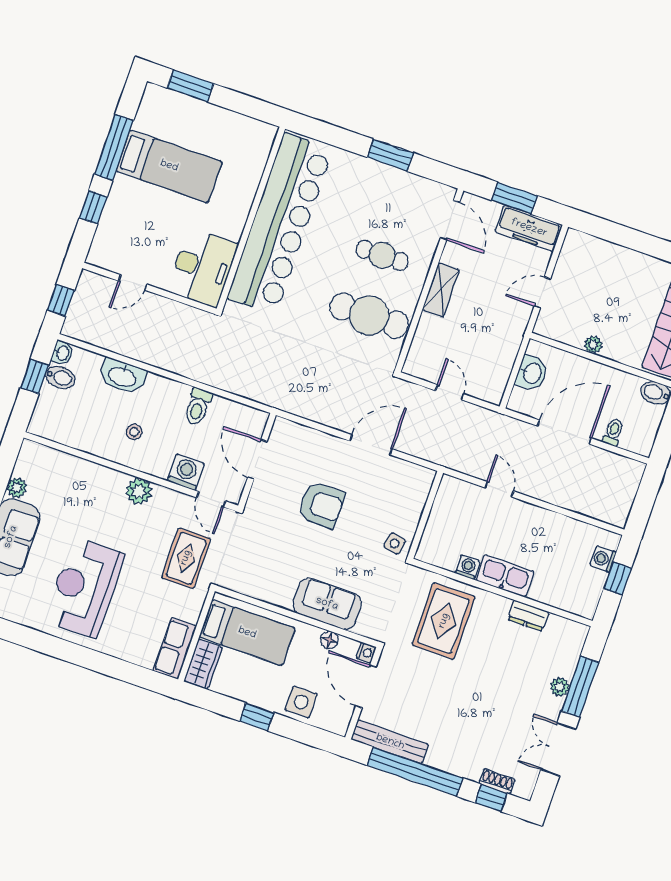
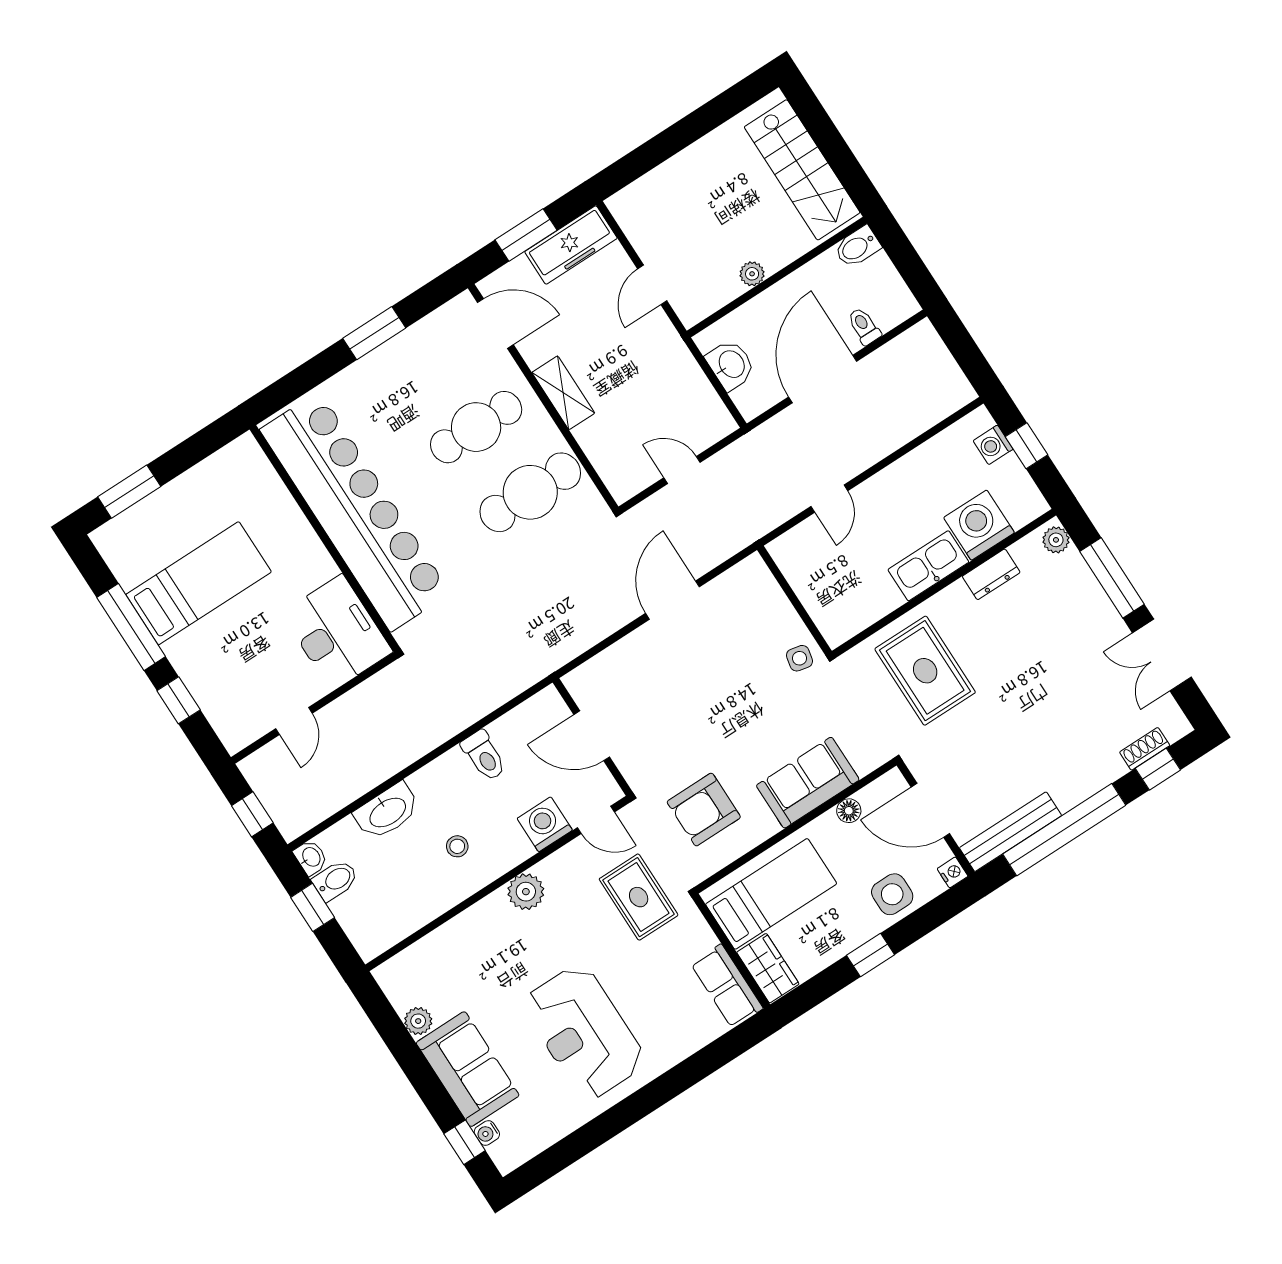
cafe table: (382, 255) -> (476, 427), width x1.37, depth x1.35
door: (499, 489) -> (829, 499), swing flipped
armchair: (321, 505) -> (704, 810), moved, turned 180
washing machine: (468, 567) -> (979, 525), moved, width x1.89, depth x1.89
nightstand: (366, 652) -> (953, 872), moved
plant: (560, 687) -> (1056, 540), moved

